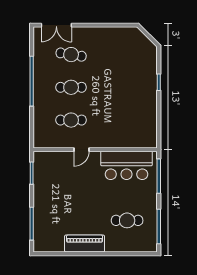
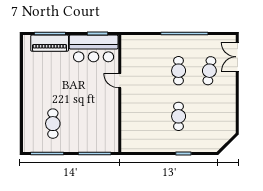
cafe table: (71, 120) -> (179, 116), moved
bar counter: (126, 165) -> (94, 48), moved, turned -90
piano: (85, 244) -> (50, 43), moved, turned 90

